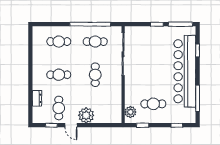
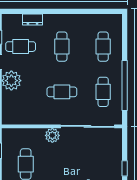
plant: (130, 112) -> (52, 135), moved

